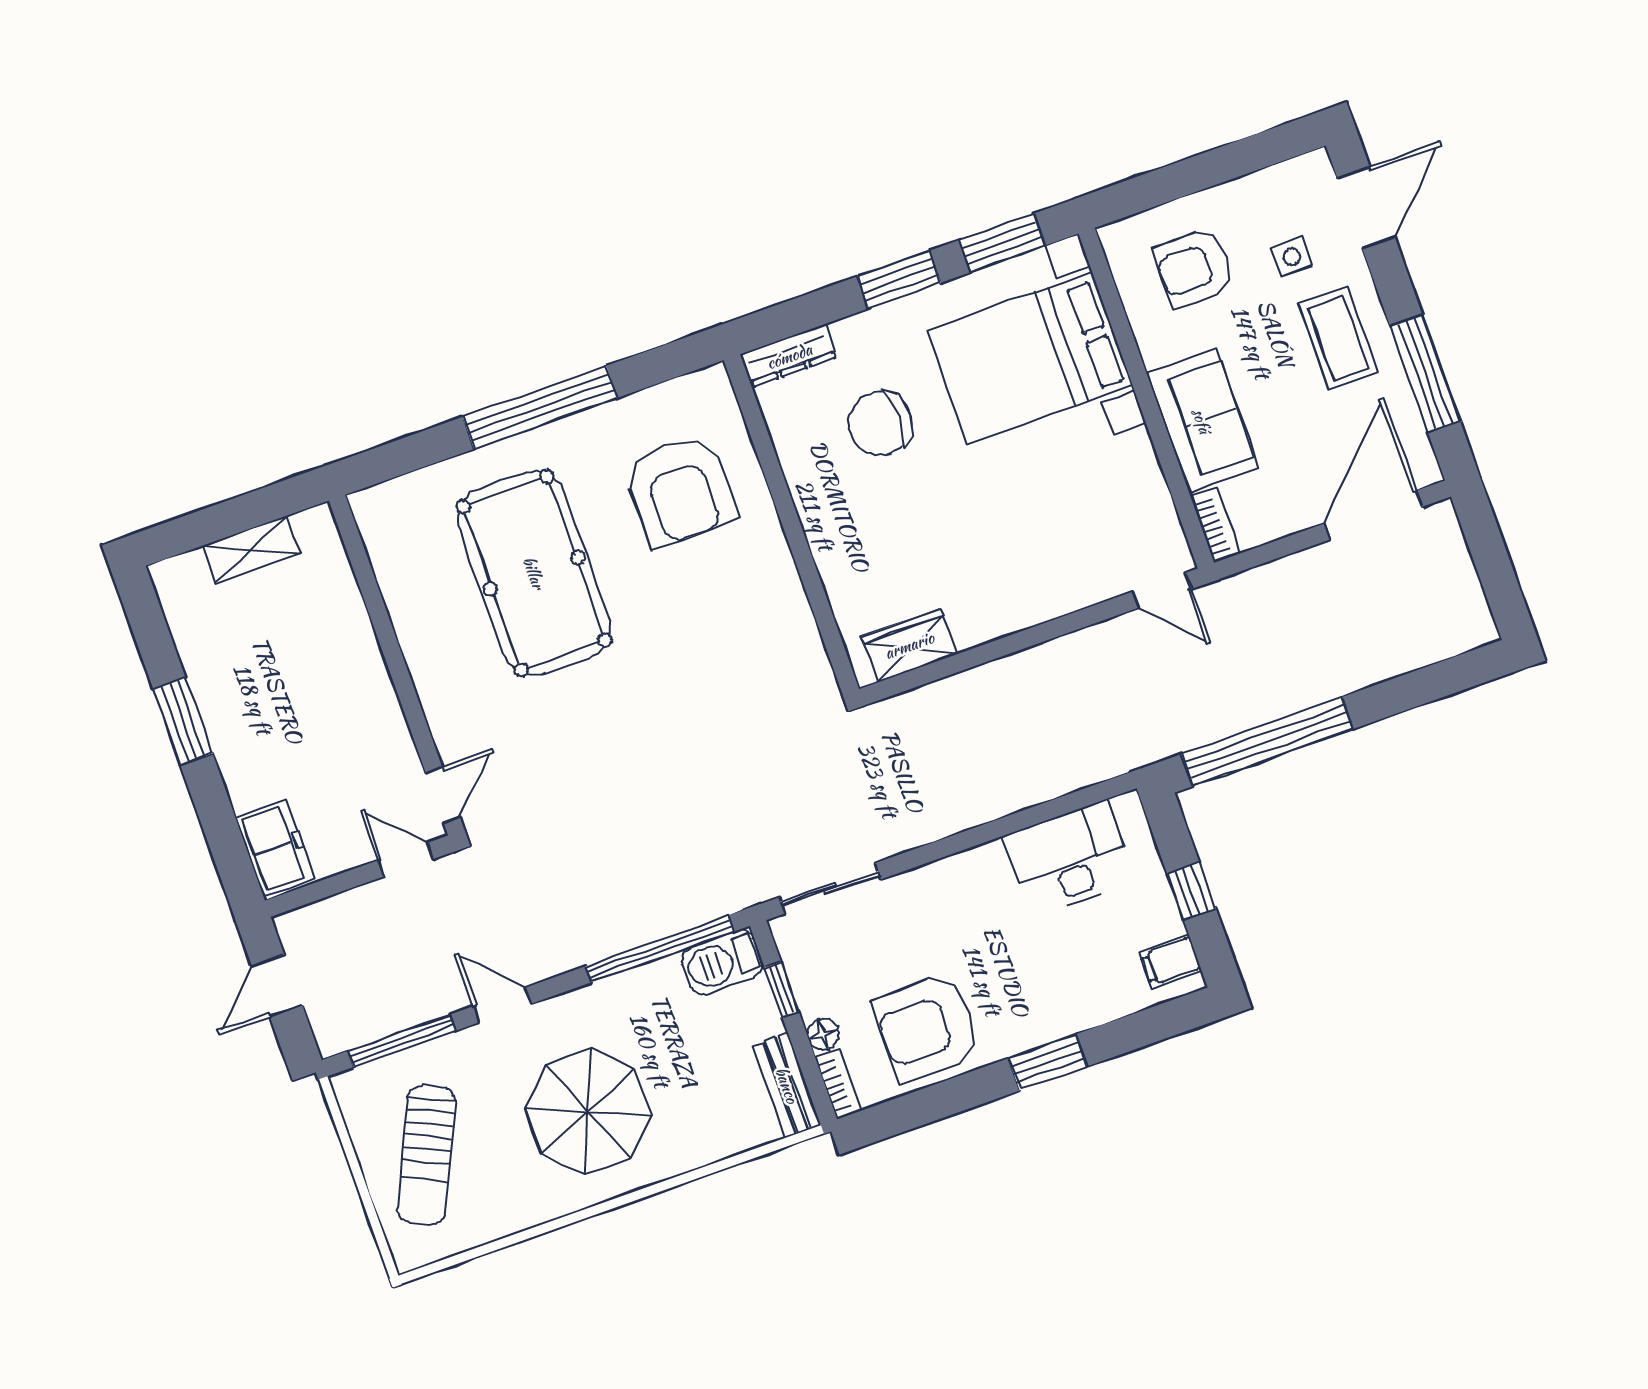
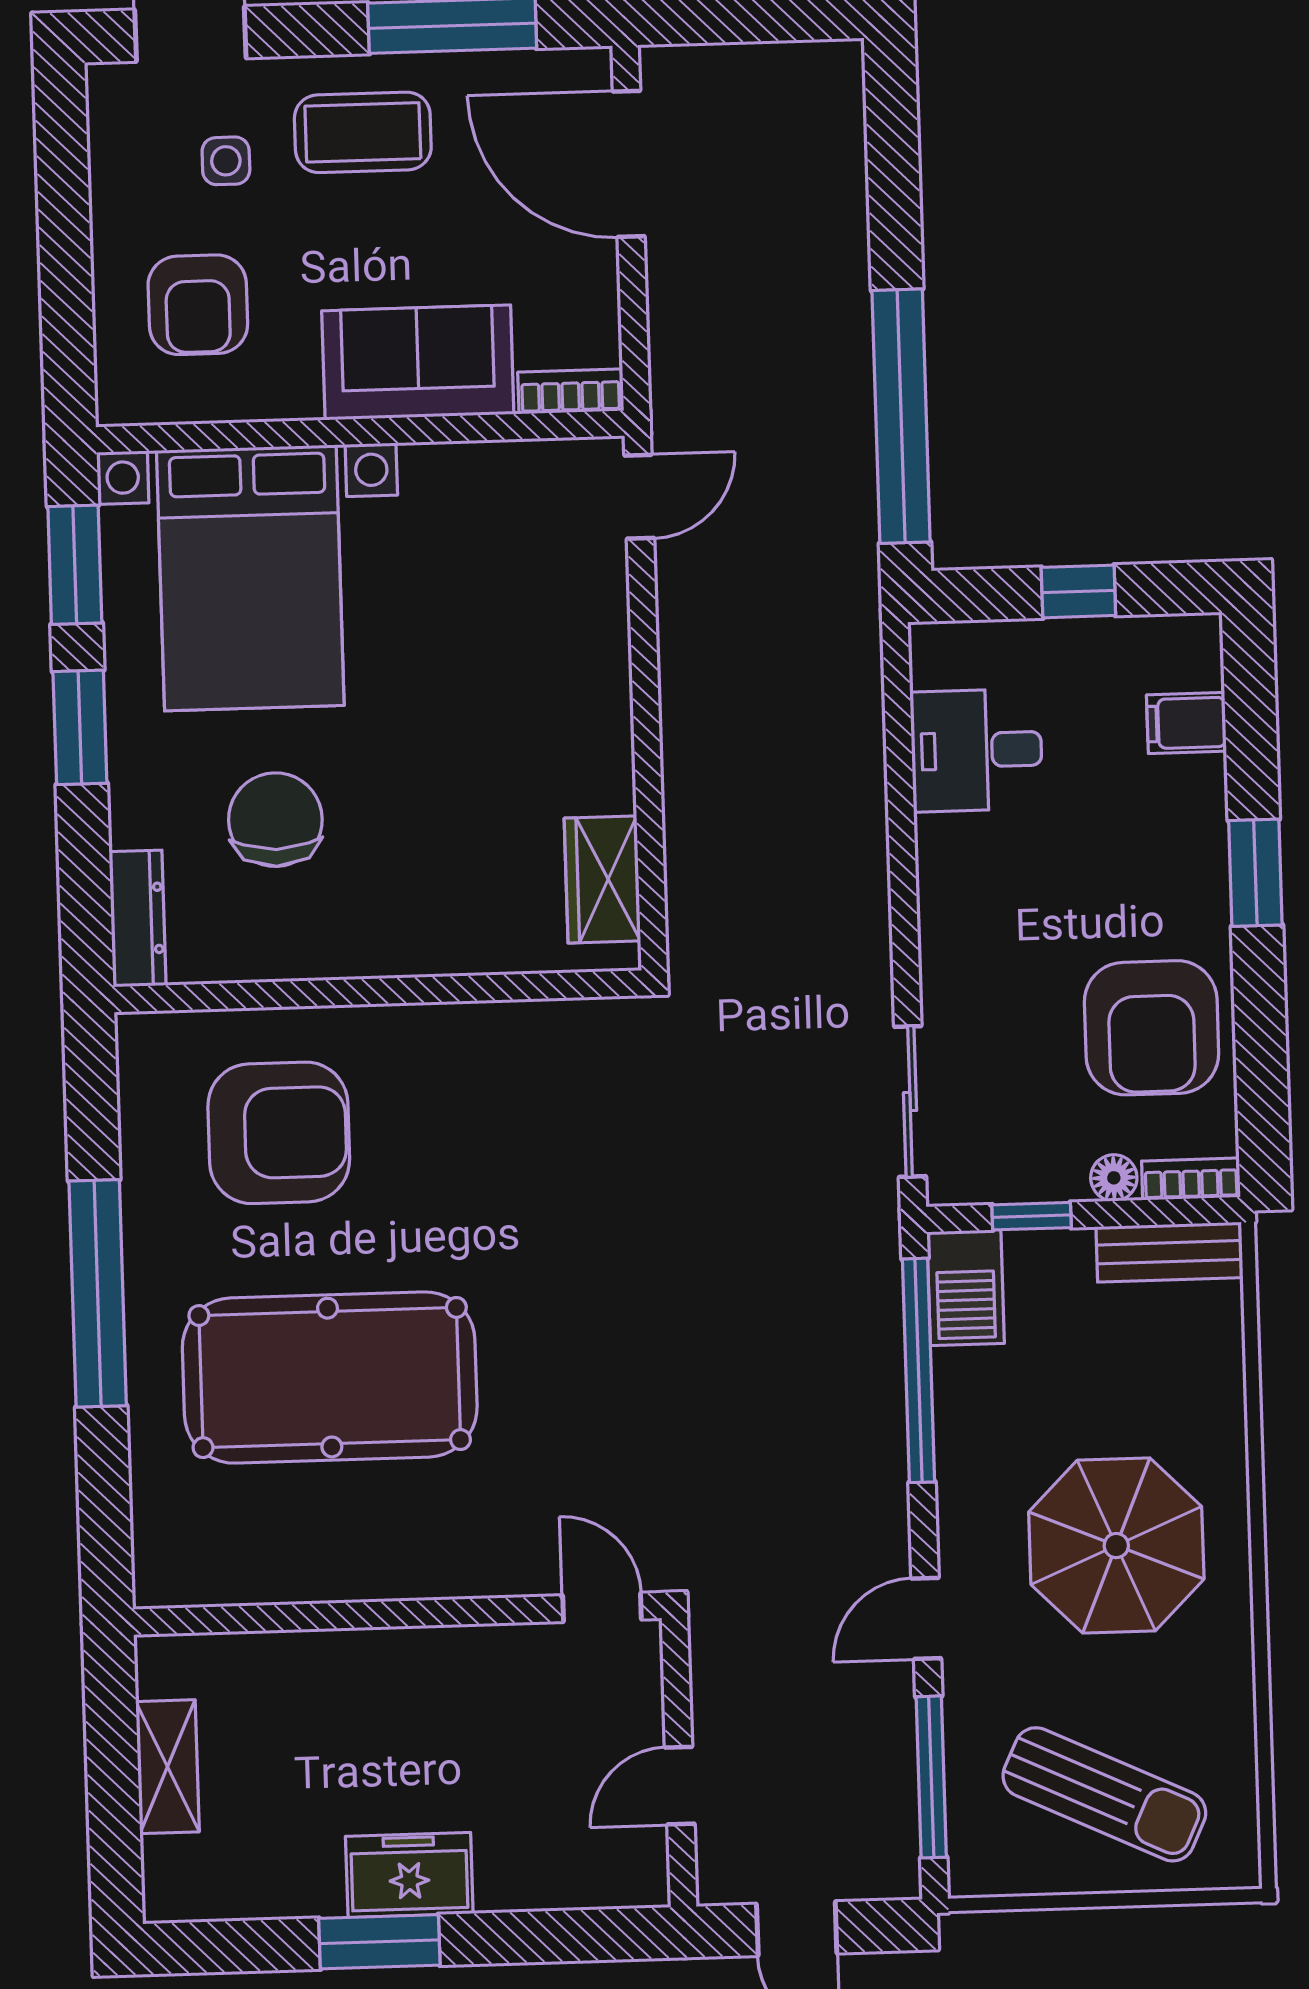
chair: (880, 424) -> (275, 820), turned 180
freezer: (275, 848) -> (409, 1875), moved
desk: (1069, 859) -> (976, 750), width x0.73
door: (406, 860) -> (680, 1786), moved
filing cabinet: (1171, 961) -> (1186, 723), moved, turned 90

